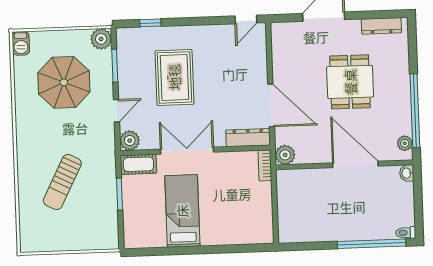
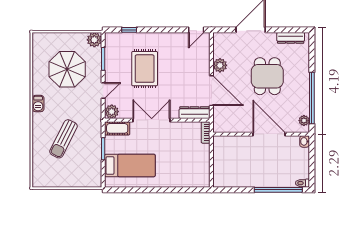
barbecue: (21, 43) -> (38, 104), moved
plant: (285, 155) -> (220, 65), moved
bed: (182, 211) -> (130, 165), moved, turned 90

